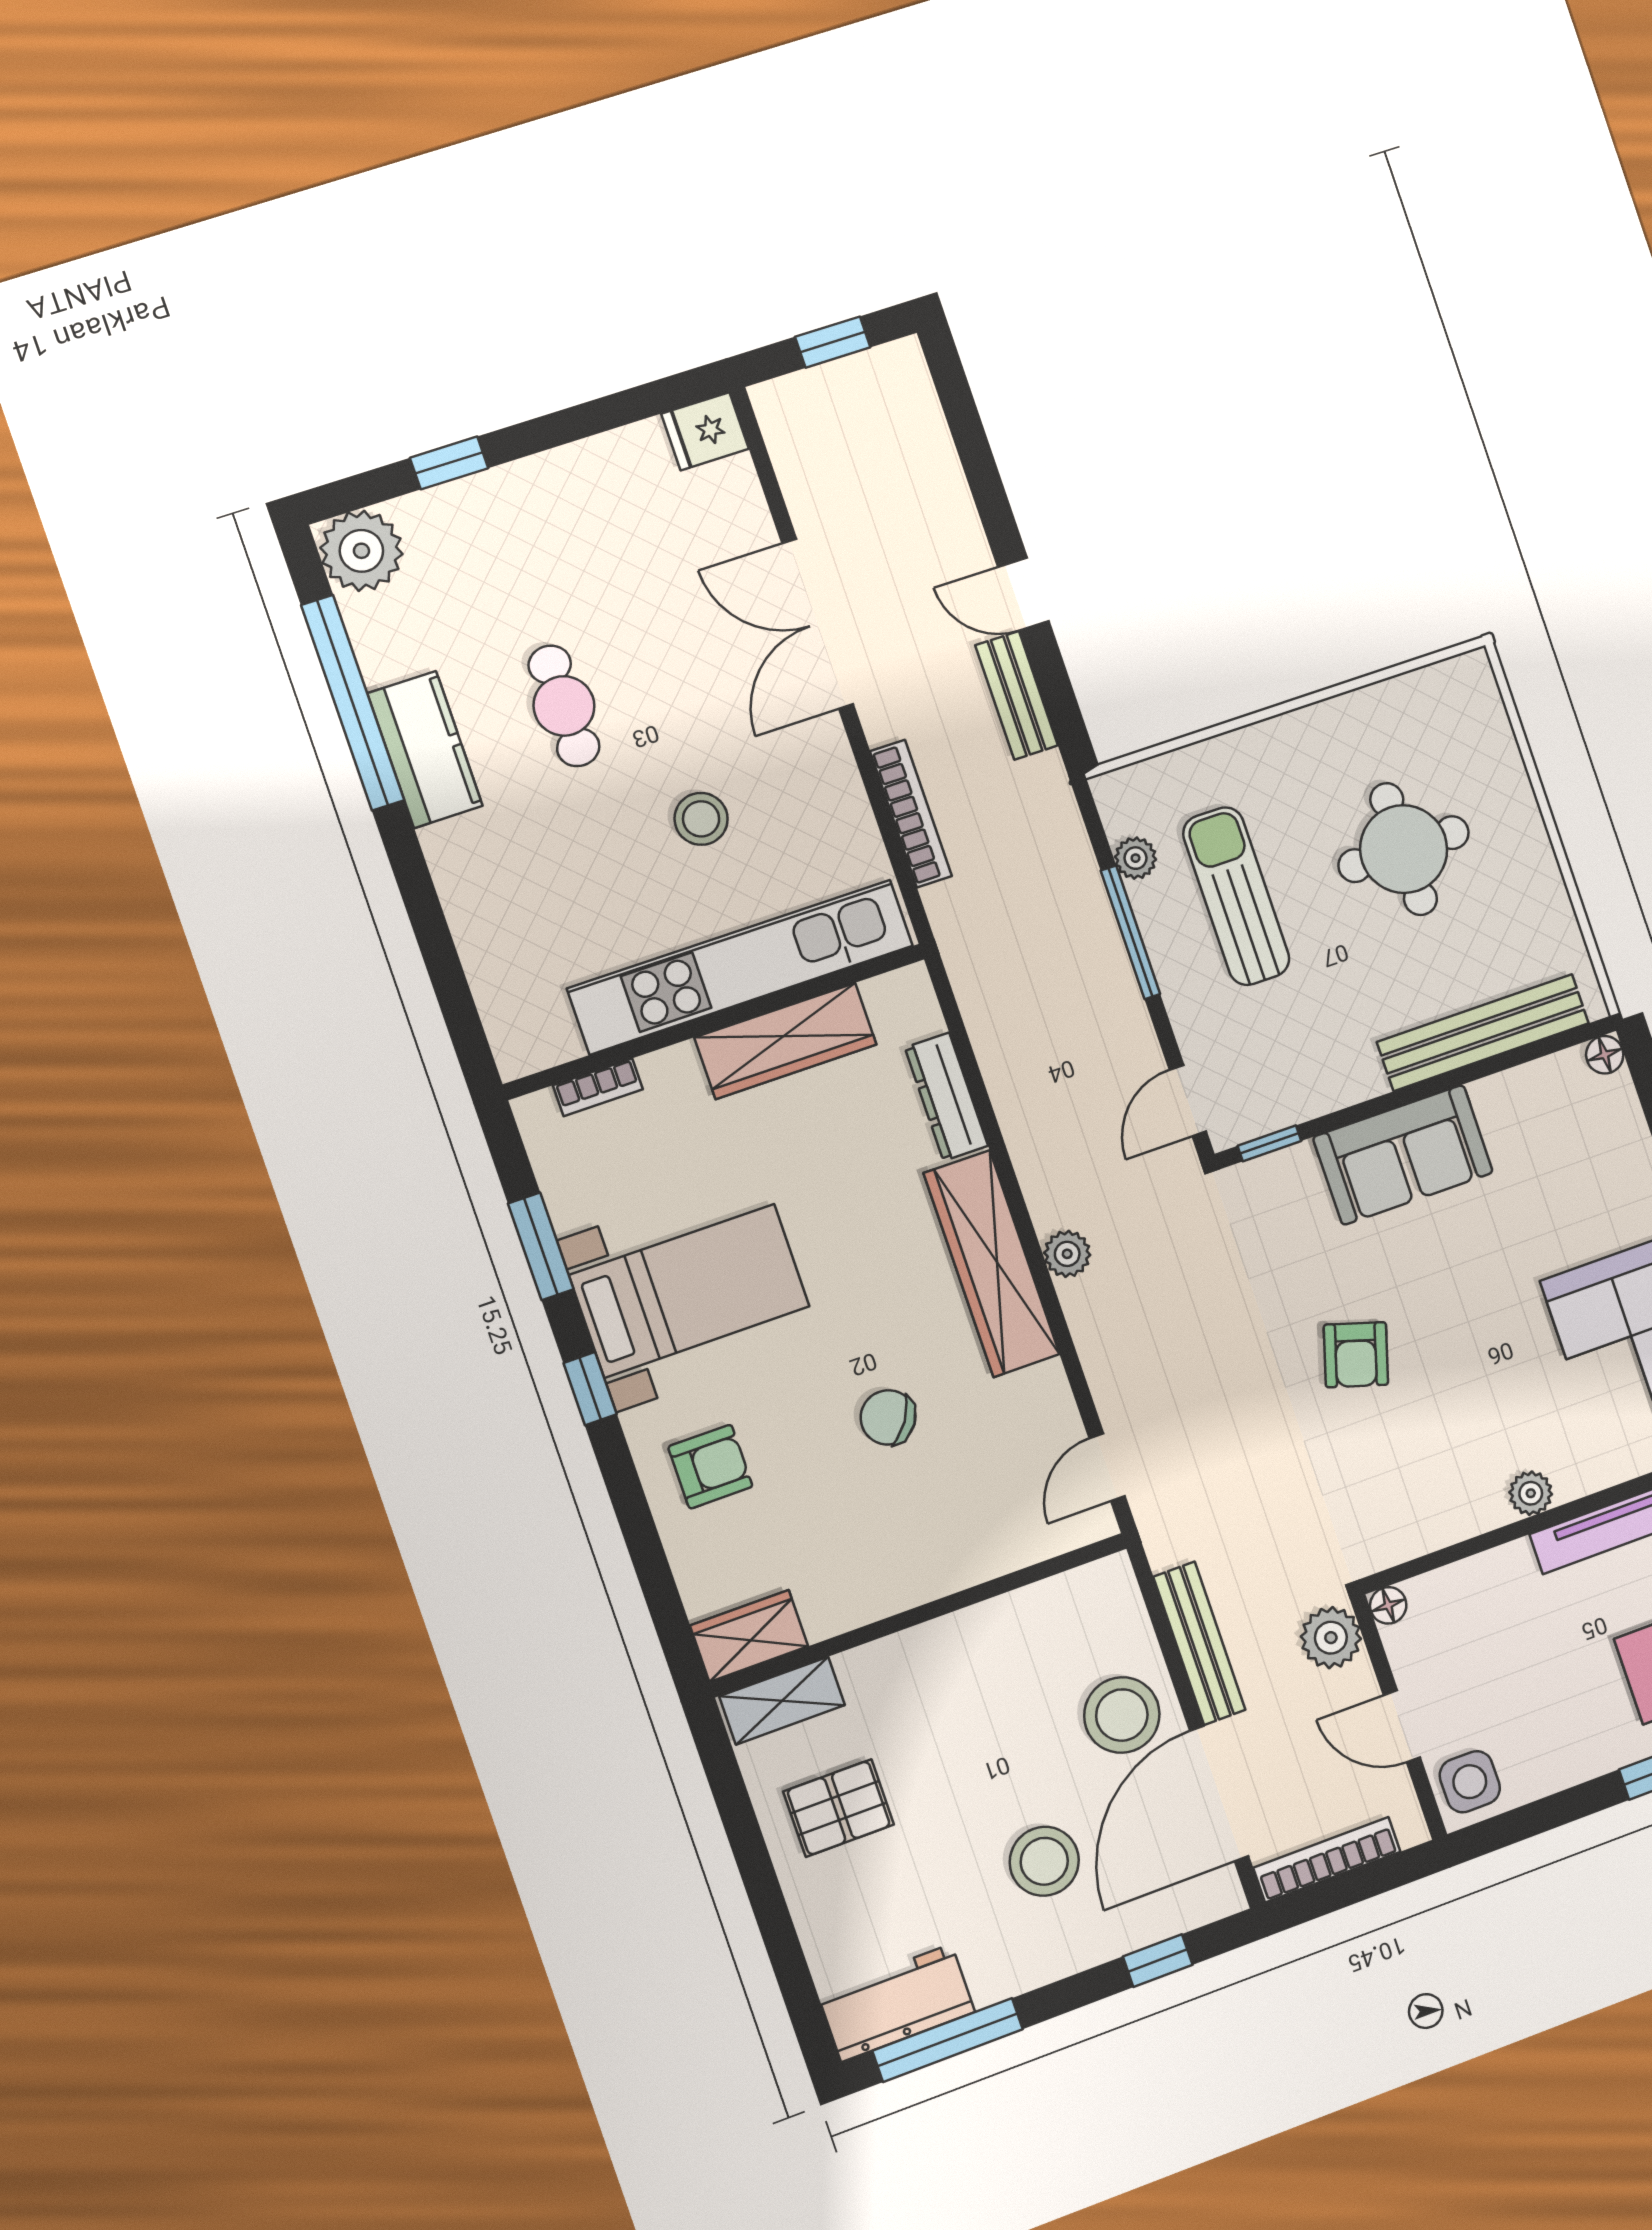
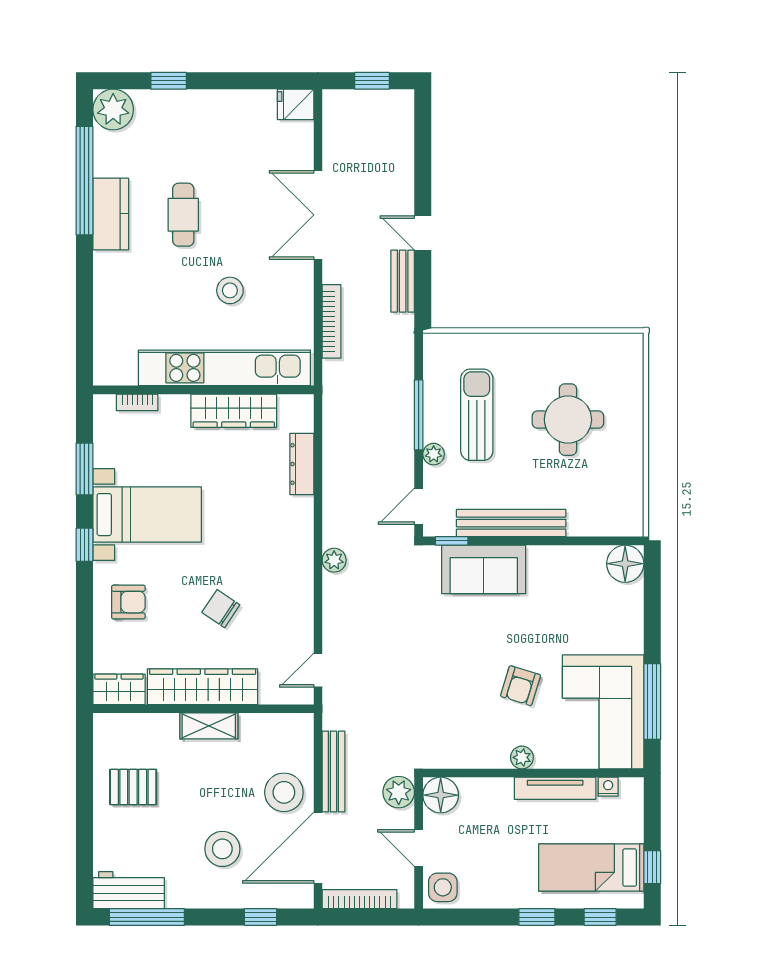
plant: (1136, 858) -> (434, 454), moved
bench: (1483, 1033) -> (511, 523), moved
floor lamp: (1605, 1055) -> (625, 564), width x1.89, depth x1.89
sofa: (1403, 1155) -> (484, 569), moved
wardrobe: (992, 1264) -> (203, 687), moved, turned 90
armchair: (1356, 1355) -> (521, 686), moved
floor lamp: (1388, 1605) -> (441, 795), width x1.89, depth x1.89
shelving: (782, 1701) -> (209, 726), moved

